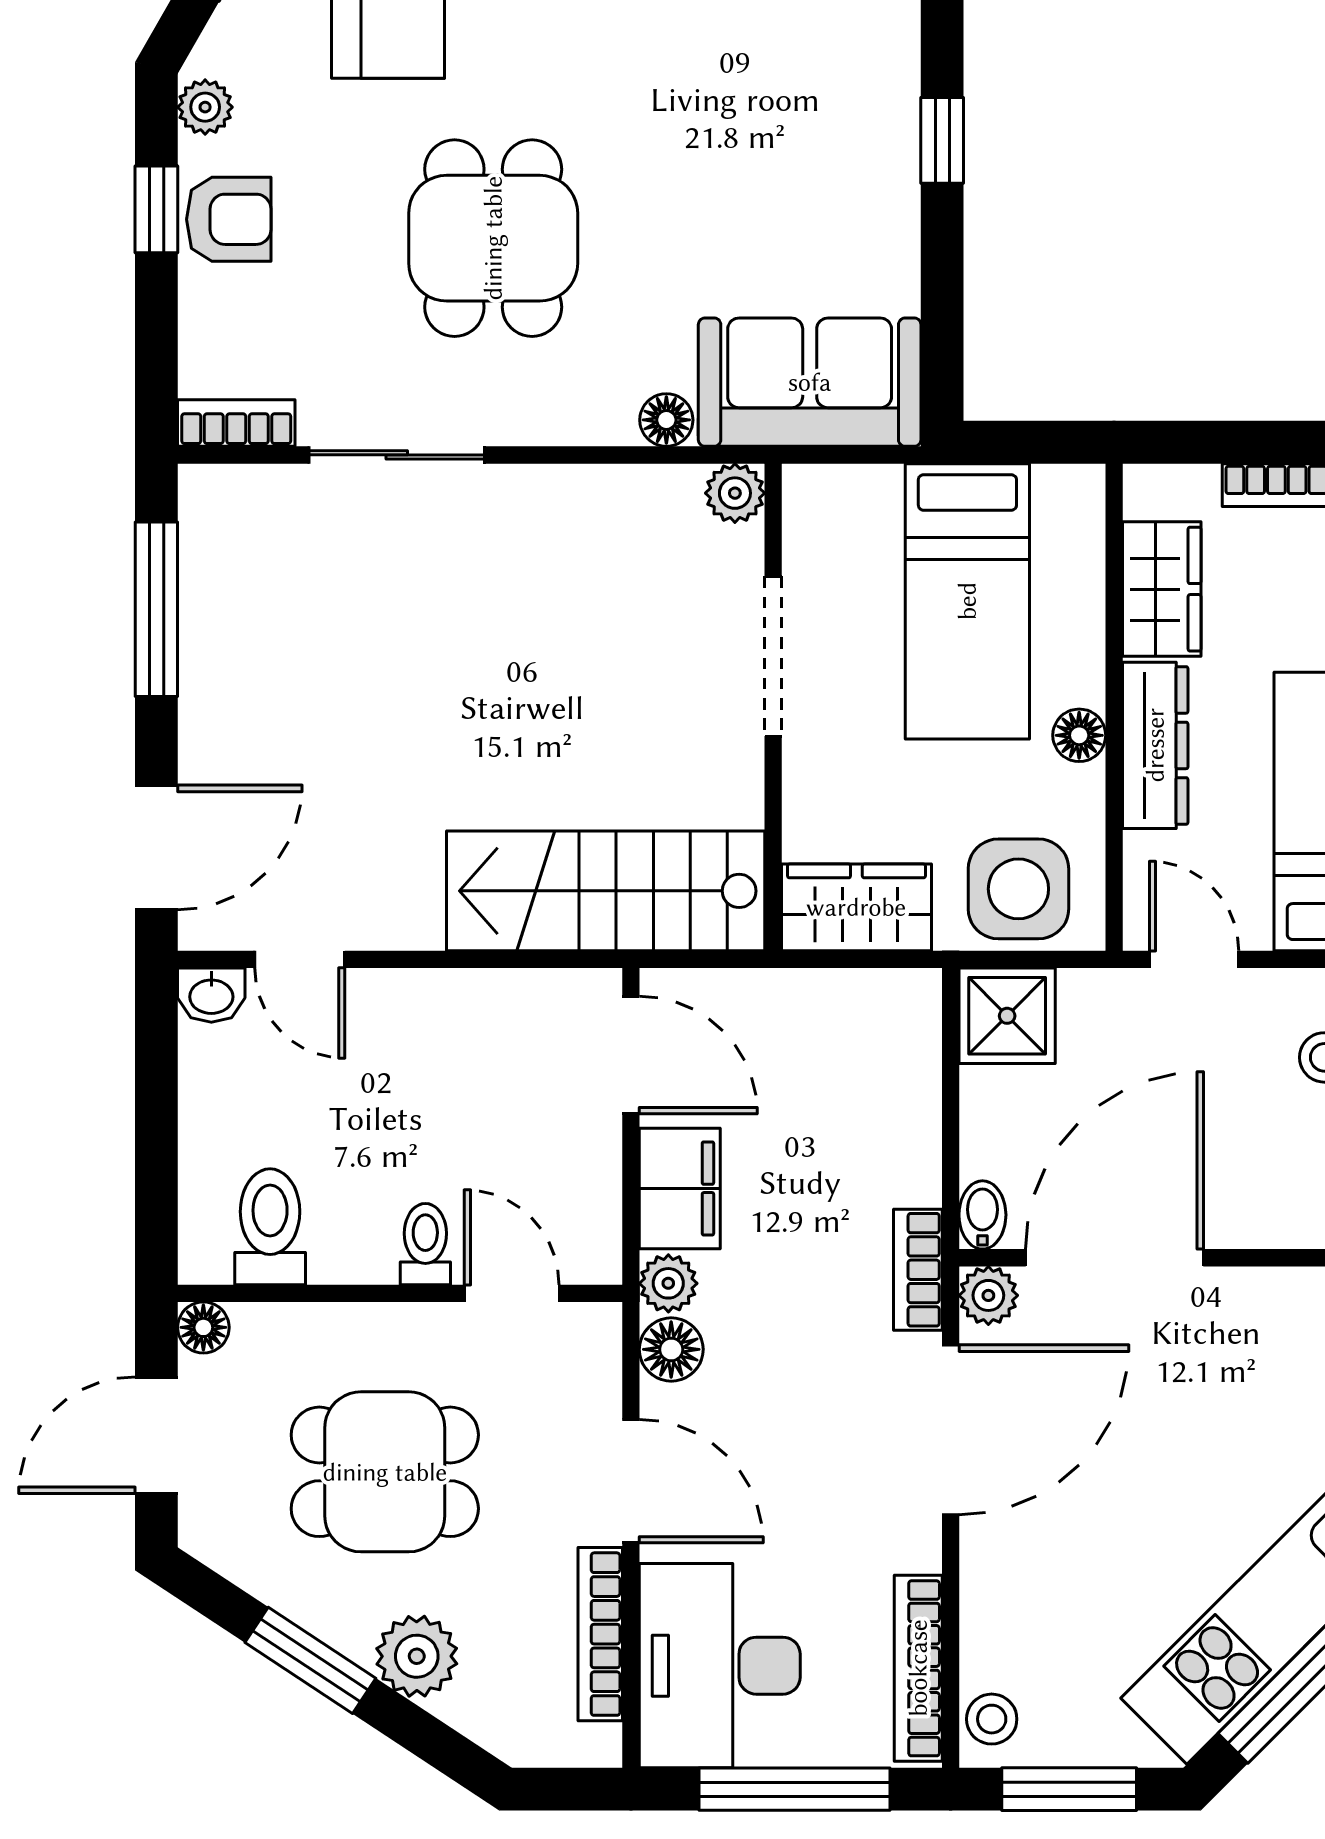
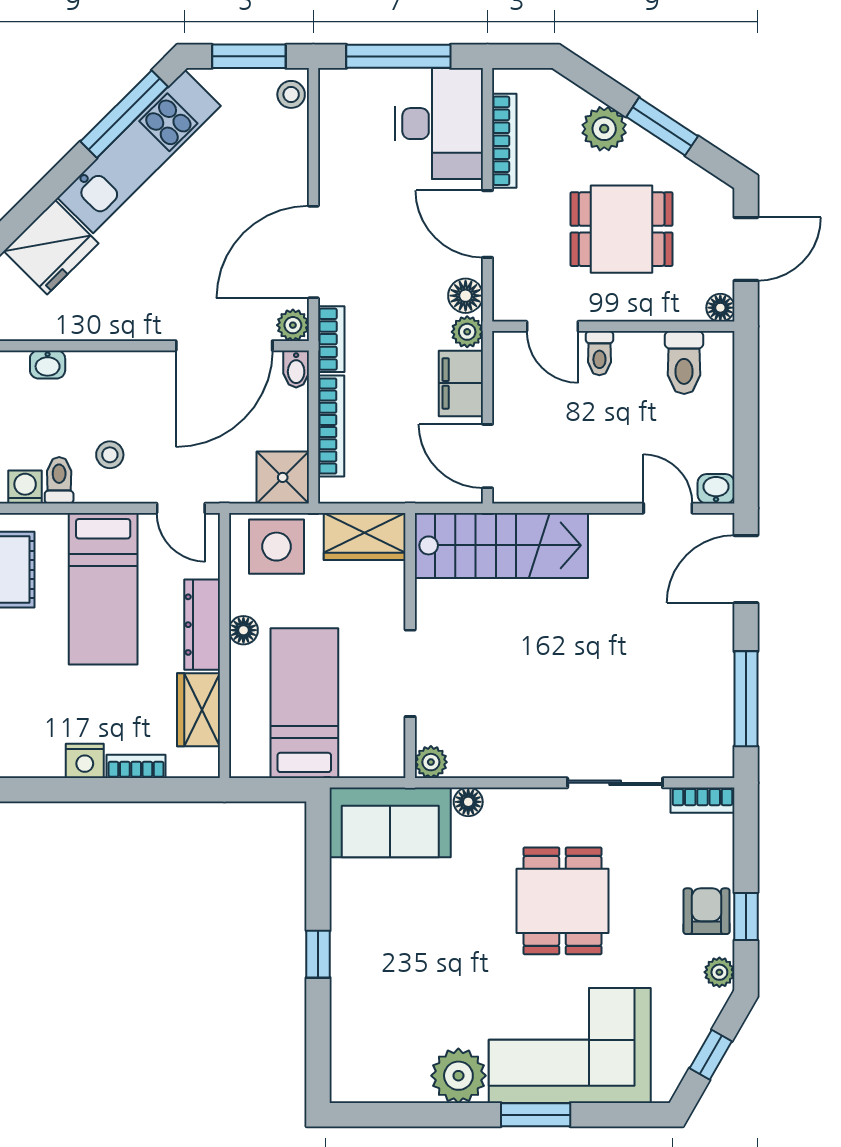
armchair: (229, 219) -> (707, 911), turned 90
bookcase: (918, 1668) -> (331, 426), moved

